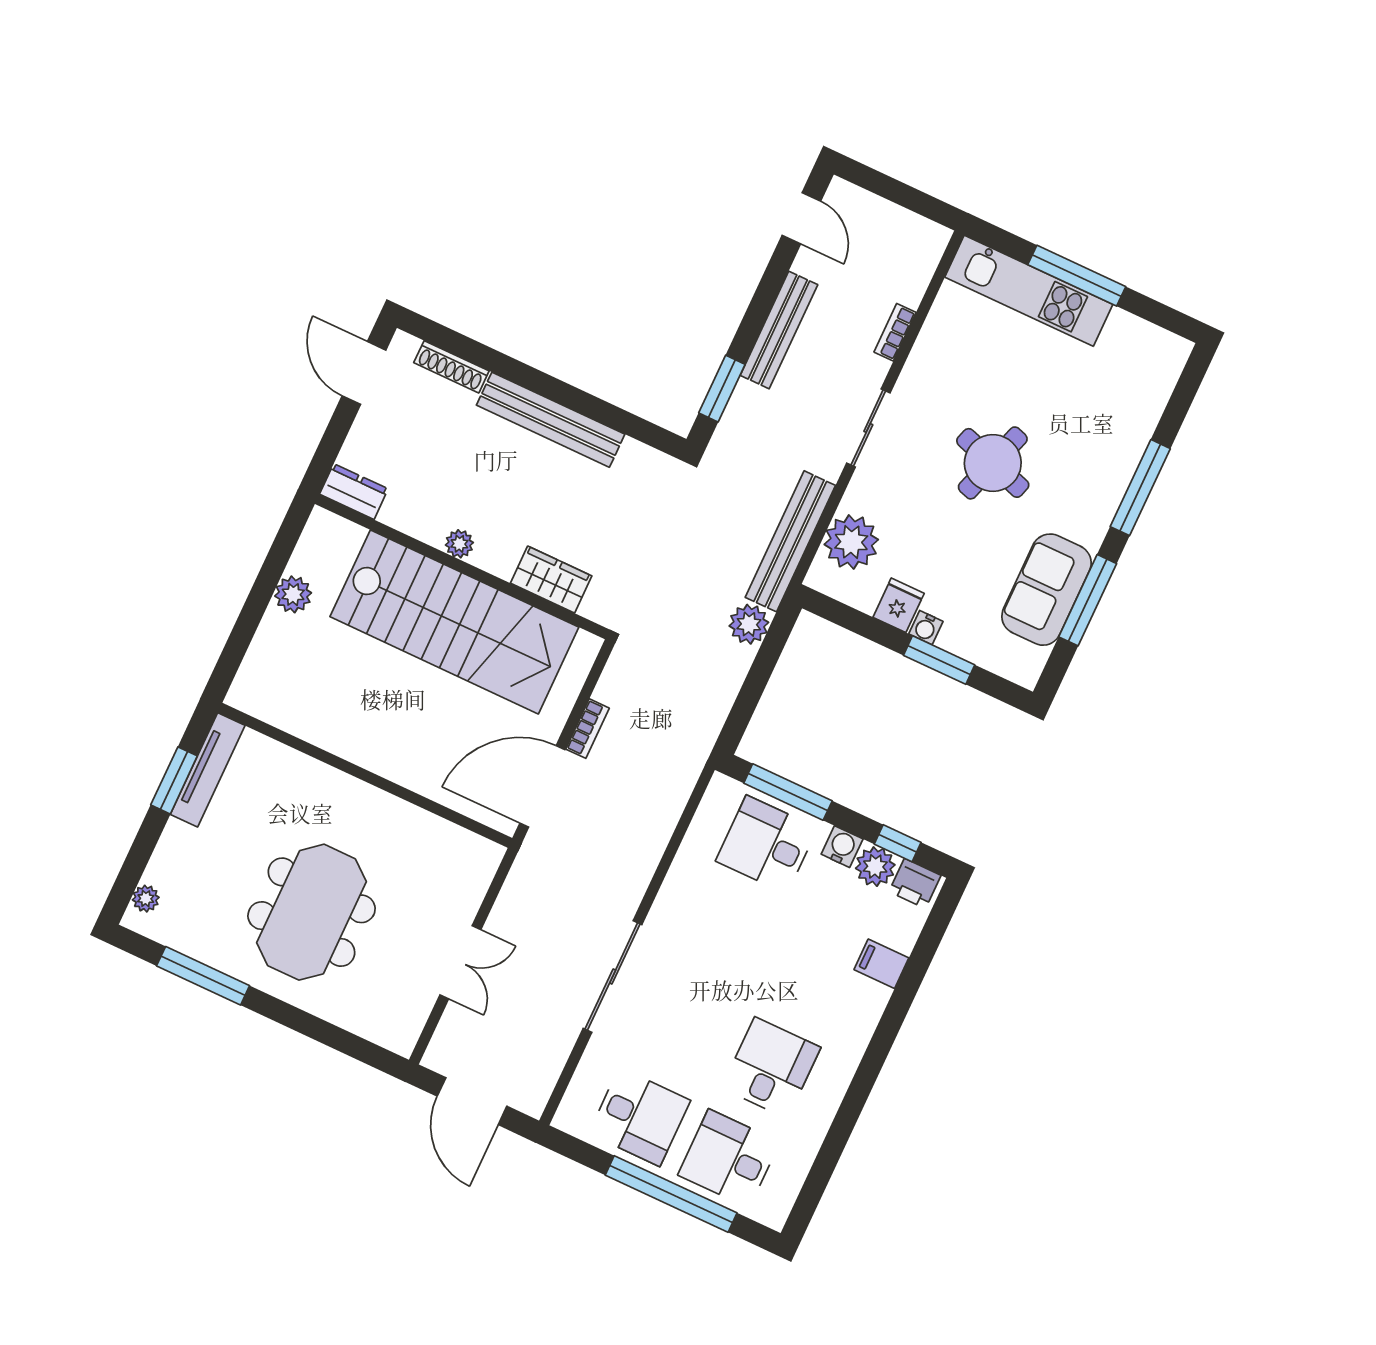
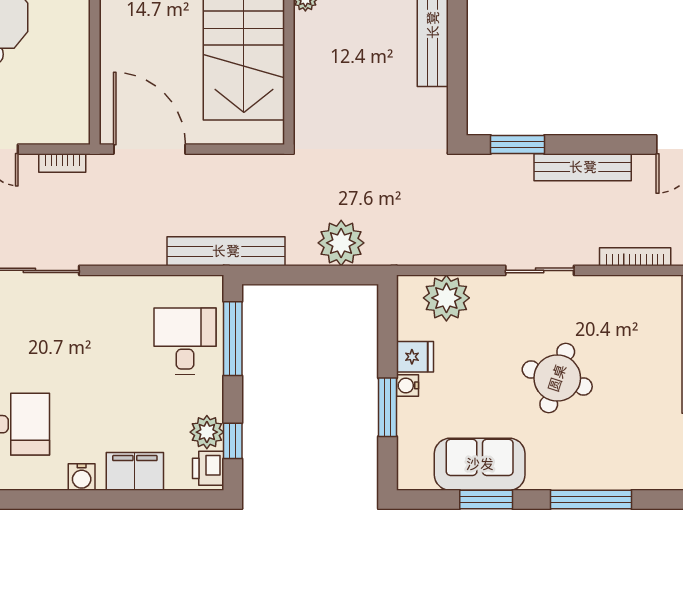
bookcase: (895, 332) -> (635, 257), width x1.56
bench: (790, 541) -> (226, 251), moved
wardrobe: (551, 580) -> (311, 82), removed
window: (1088, 600) -> (486, 499), width x0.69
plant: (749, 624) -> (341, 243), width x1.36, depth x1.36
bookcase: (588, 729) -> (62, 163), moved
water cooler: (842, 847) -> (82, 477), moved, turned 90
filing cabinet: (881, 964) -> (135, 471), width x2.00

